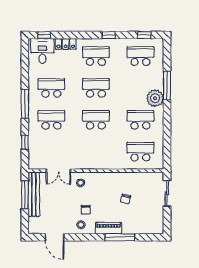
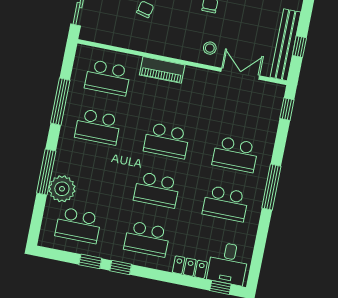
window: (144, 35) -> (90, 261), moved
plant: (155, 98) -> (62, 189), moved
window: (167, 131) -> (60, 102), added
window: (25, 142) -> (287, 109), moved
piano: (107, 163) -> (162, 70), added
window: (25, 195) -> (299, 47), width x0.46

